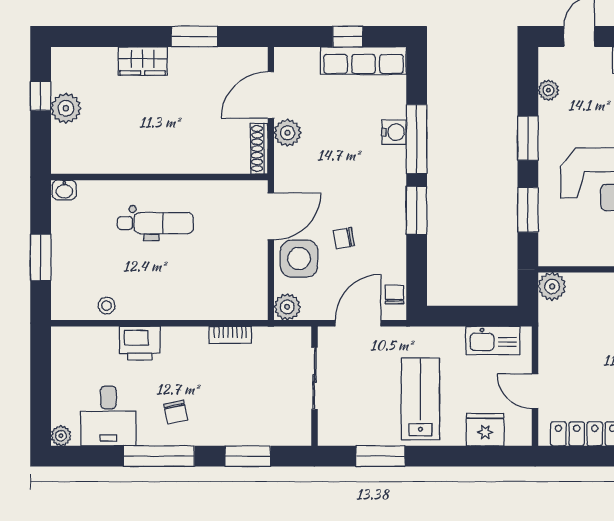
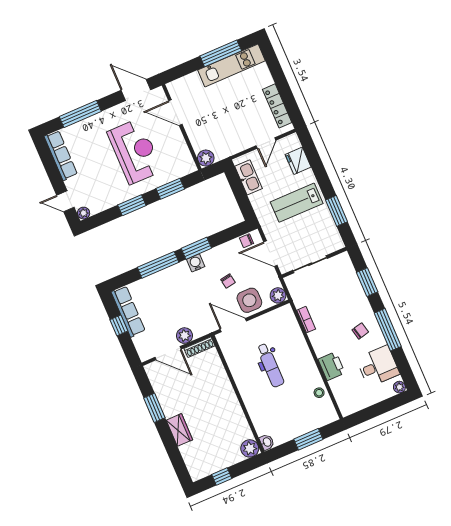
plant: (548, 90) -> (84, 213), moved
plant: (66, 108) -> (250, 448), moved
water cooler: (394, 132) -> (196, 263), moved
dental chair: (155, 223) -> (270, 365), moved, turned 180

